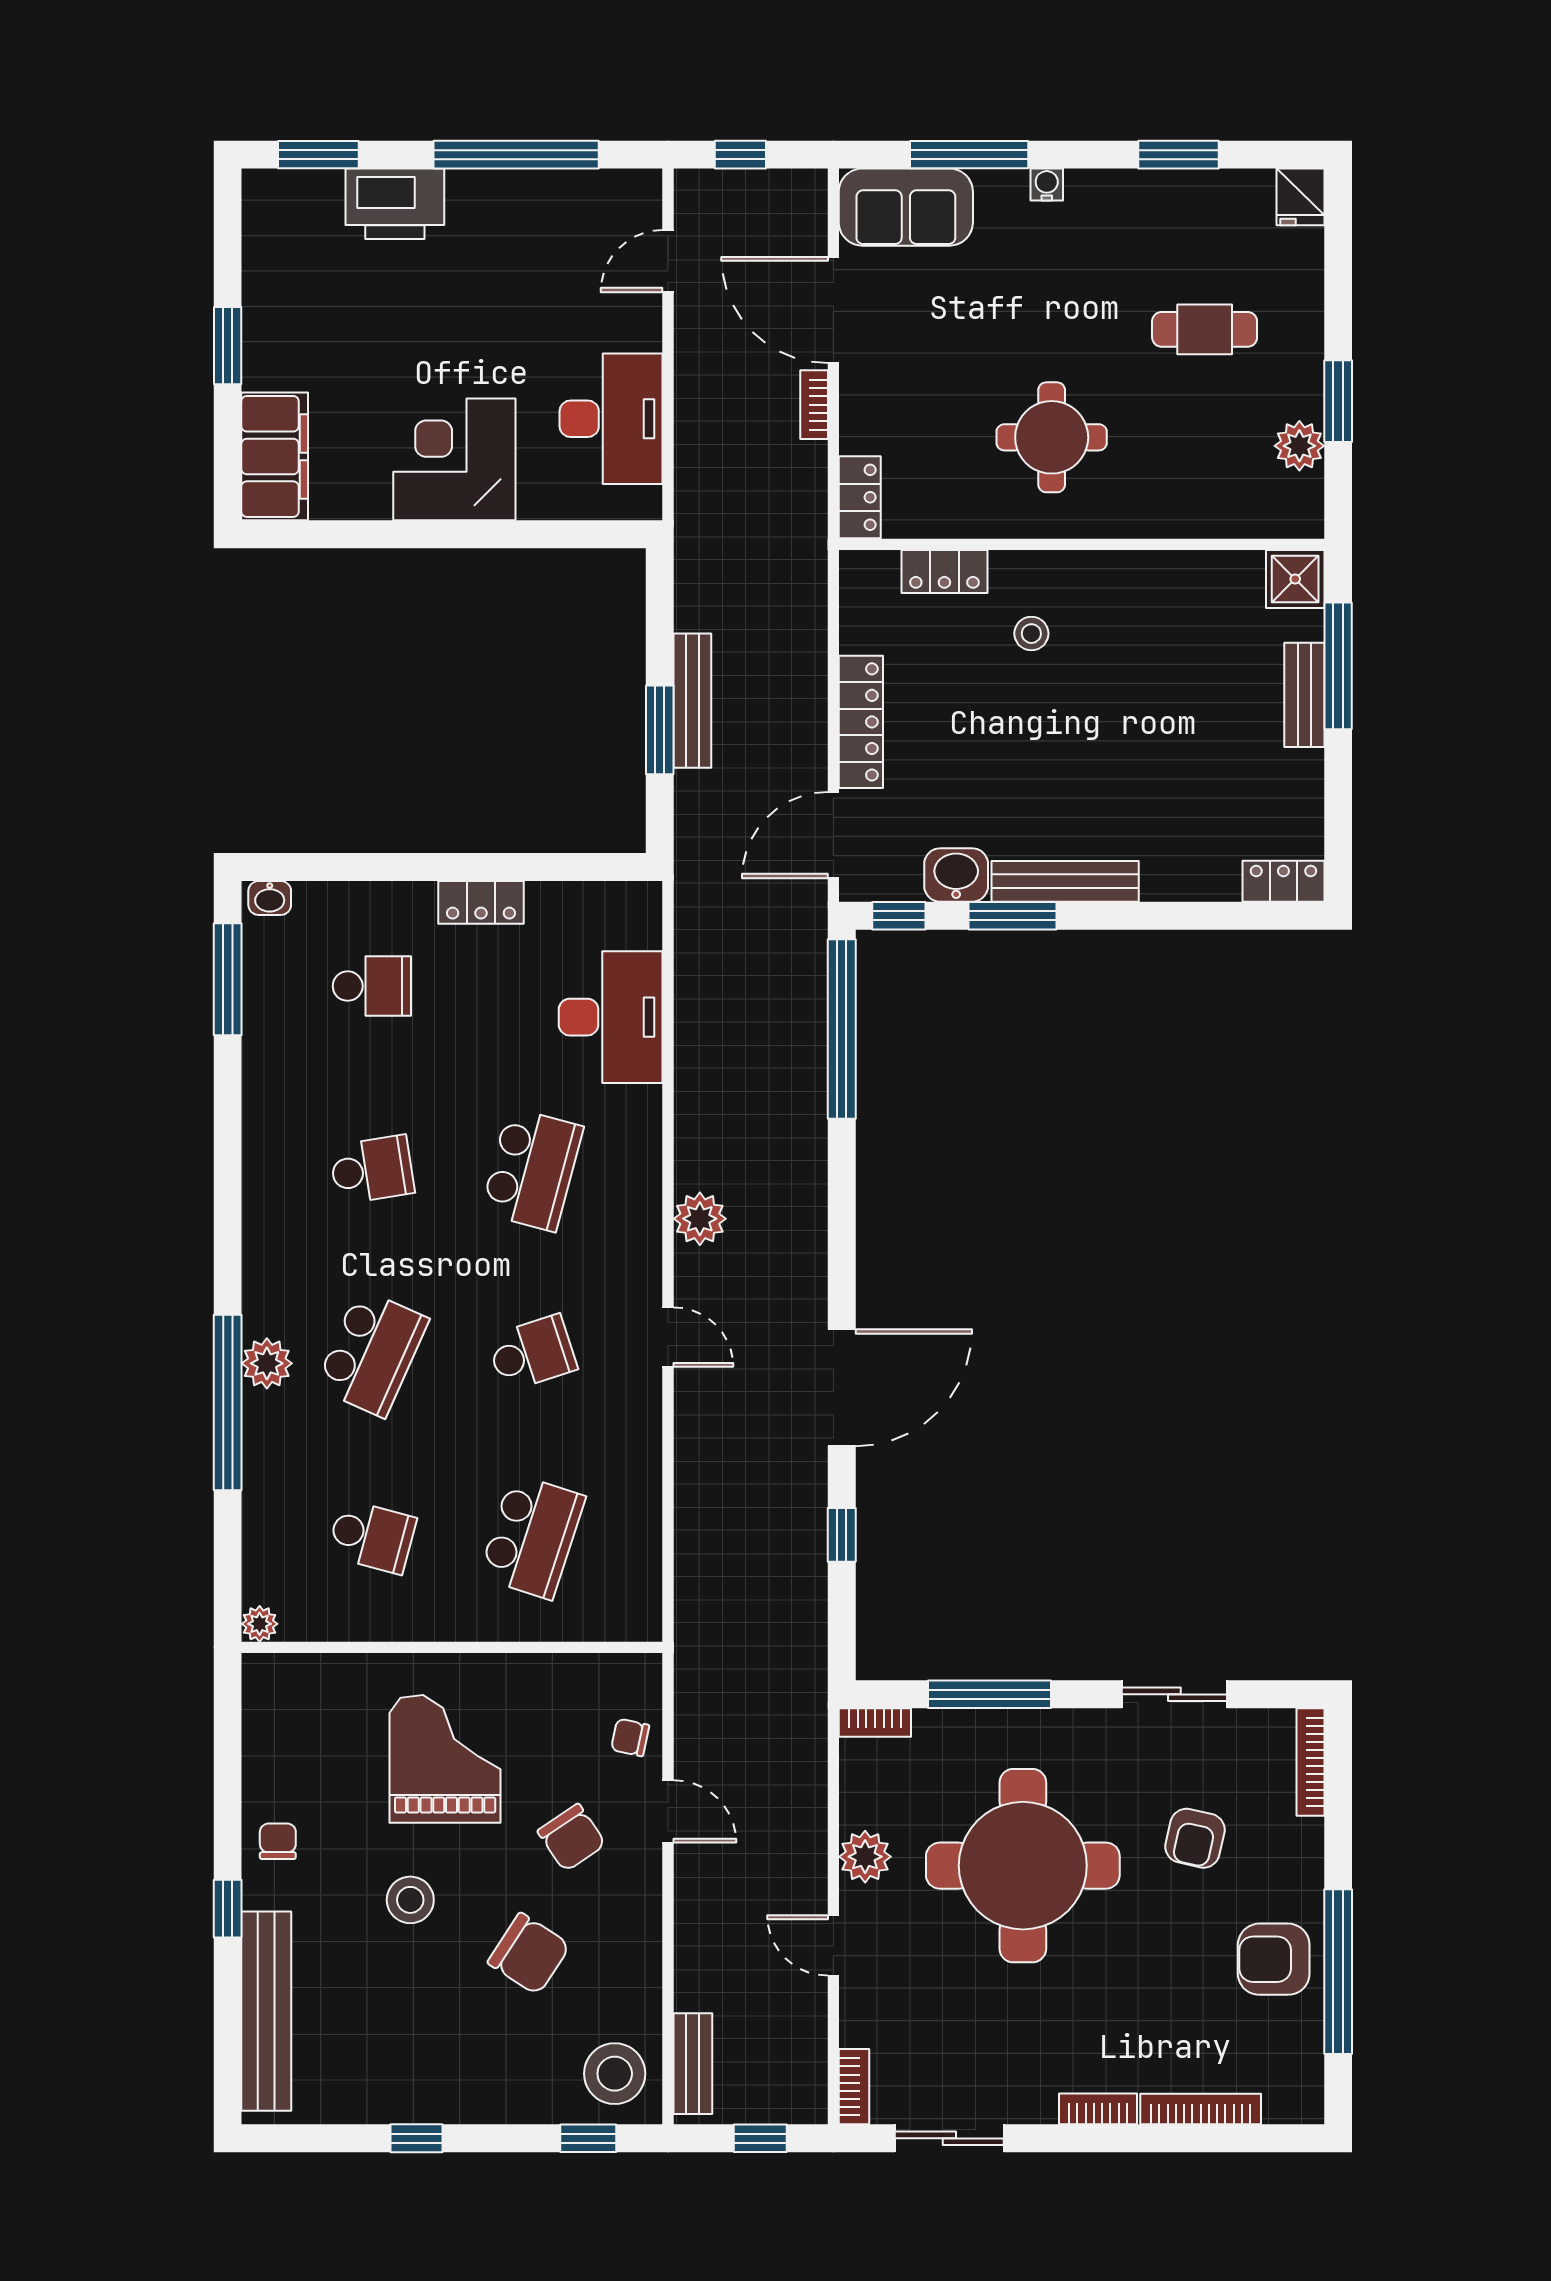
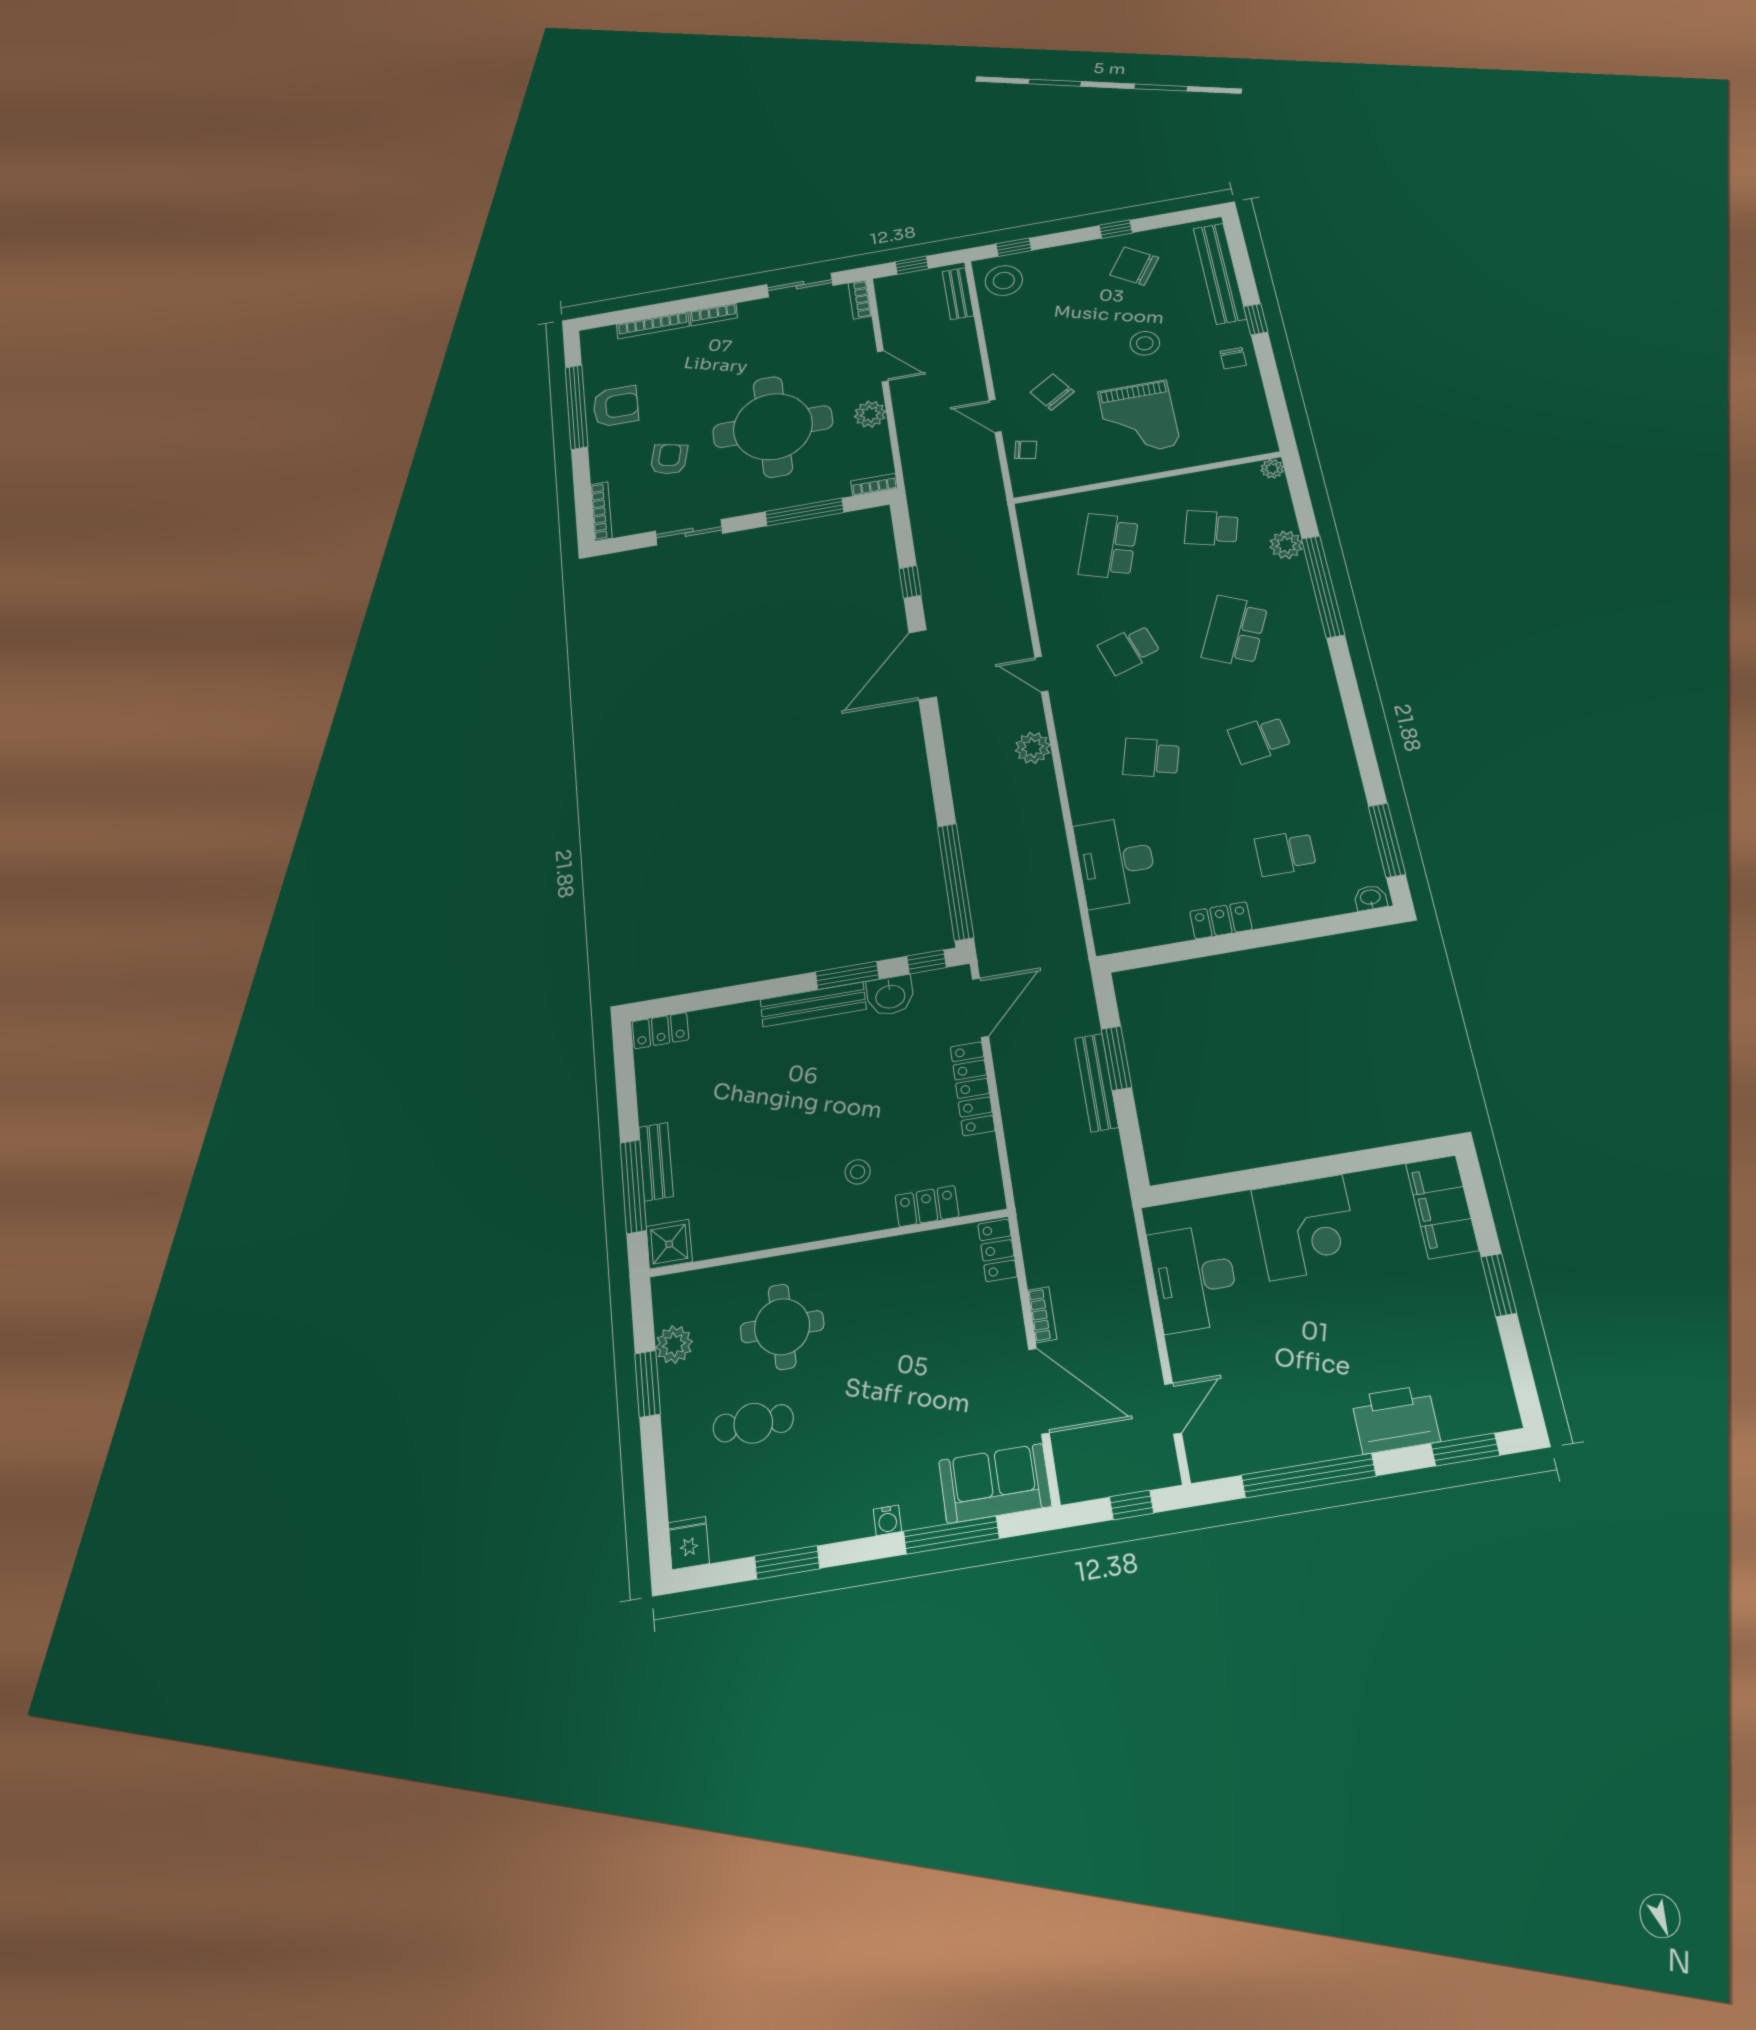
round table: (1052, 437) -> (782, 1327), moved
school desk: (532, 1170) -> (1151, 758), width x0.54
plant: (267, 1363) -> (1286, 545), moved
chair: (529, 1954) -> (1134, 266), moved

